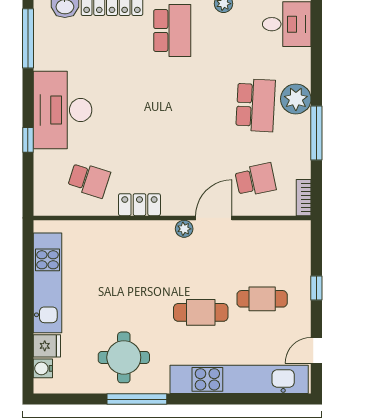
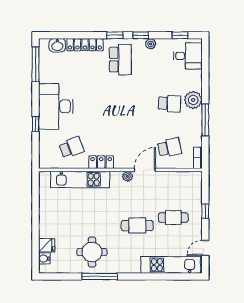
school desk: (255, 105) -> (169, 104), width x0.54
school desk: (89, 180) -> (71, 148), turned -39
kitchen unit: (47, 283) -> (80, 179), moved, turned 90
kitchen unit: (239, 379) -> (171, 265), width x0.73

